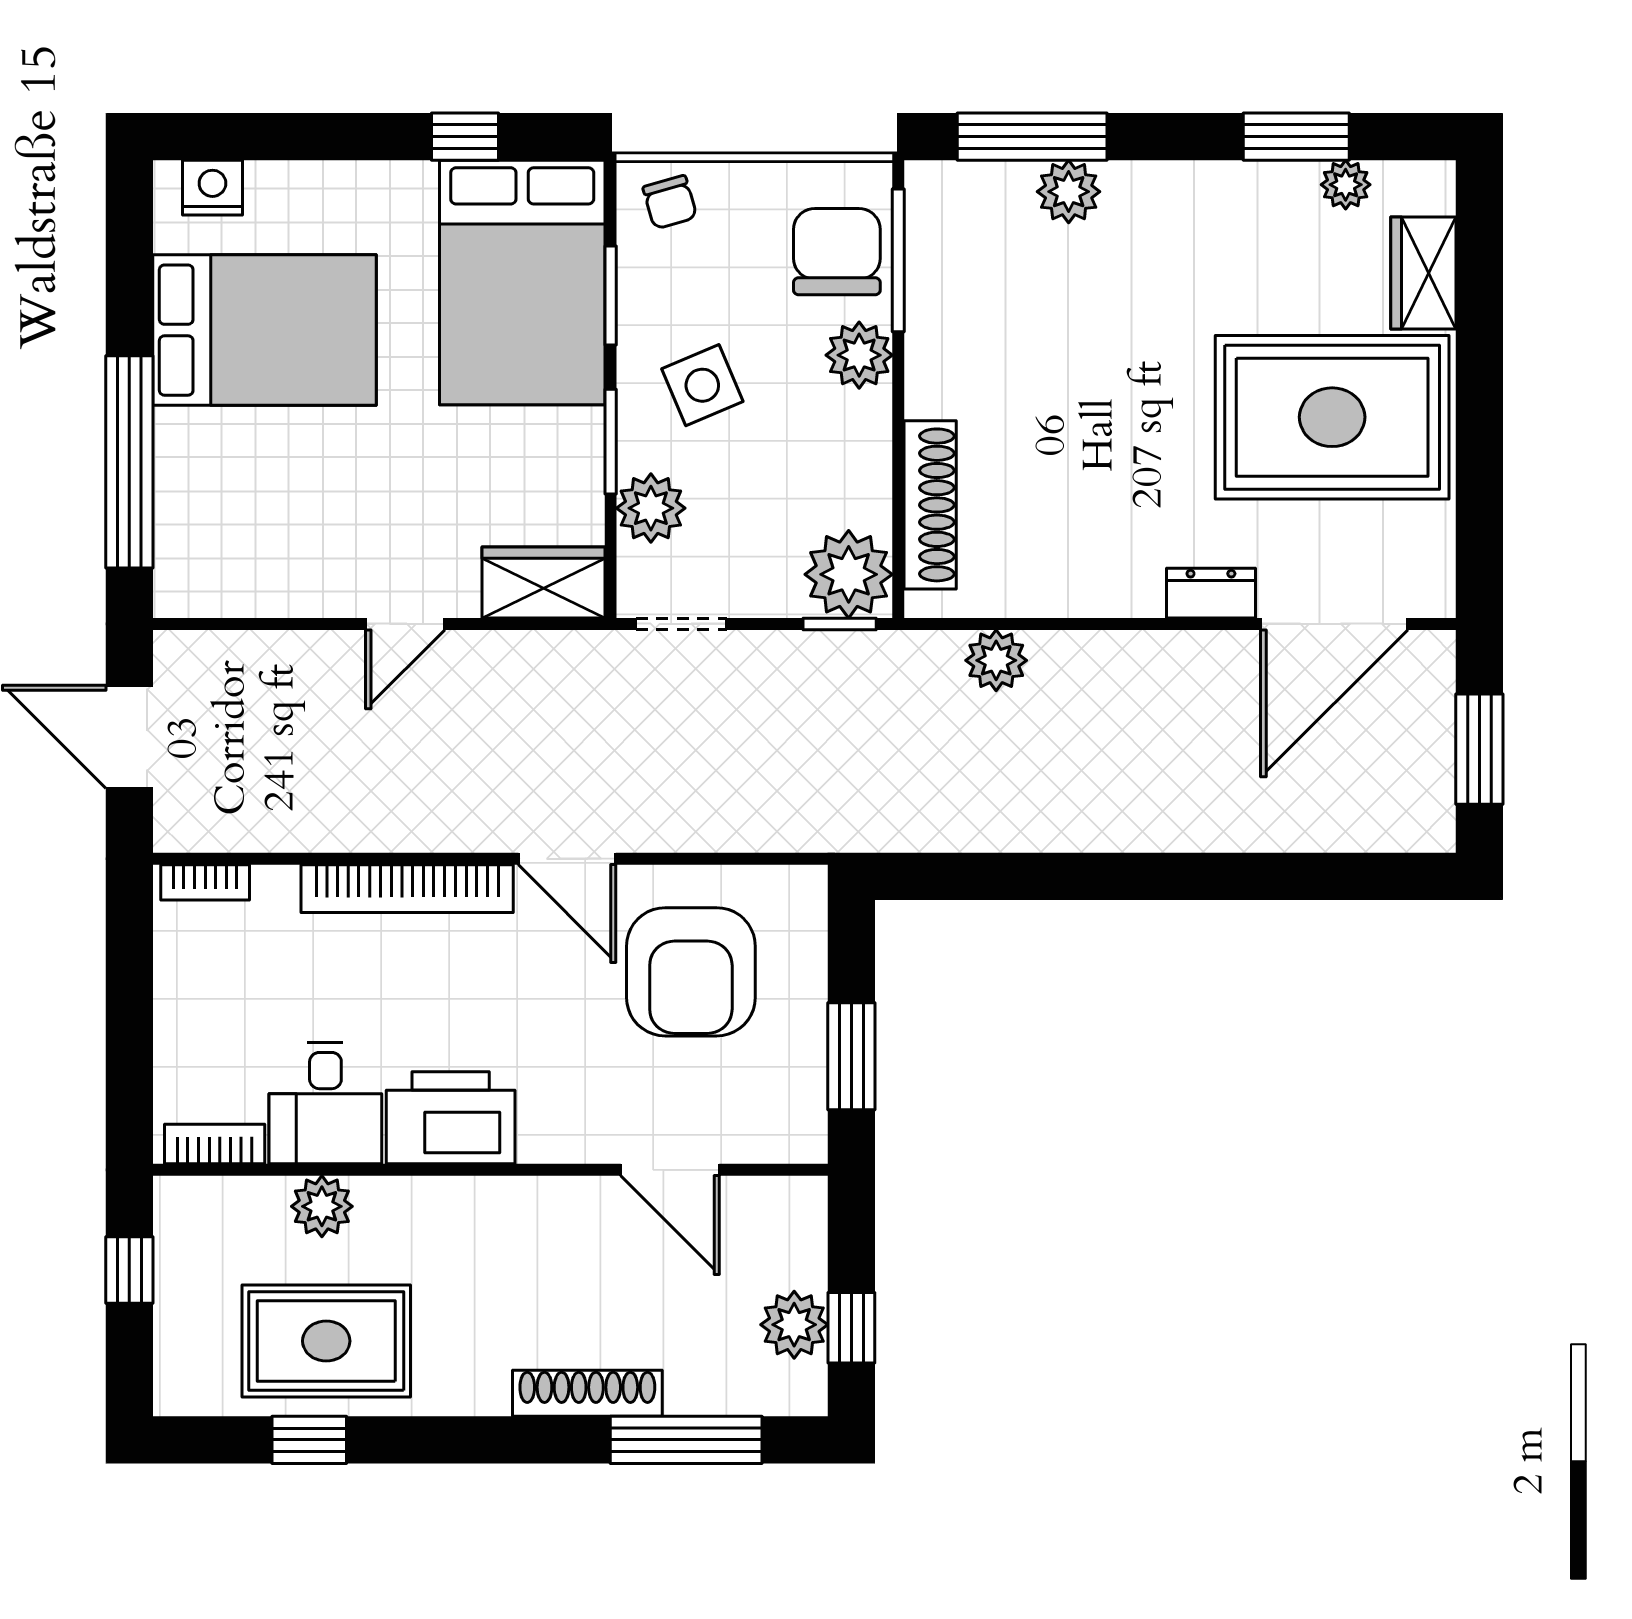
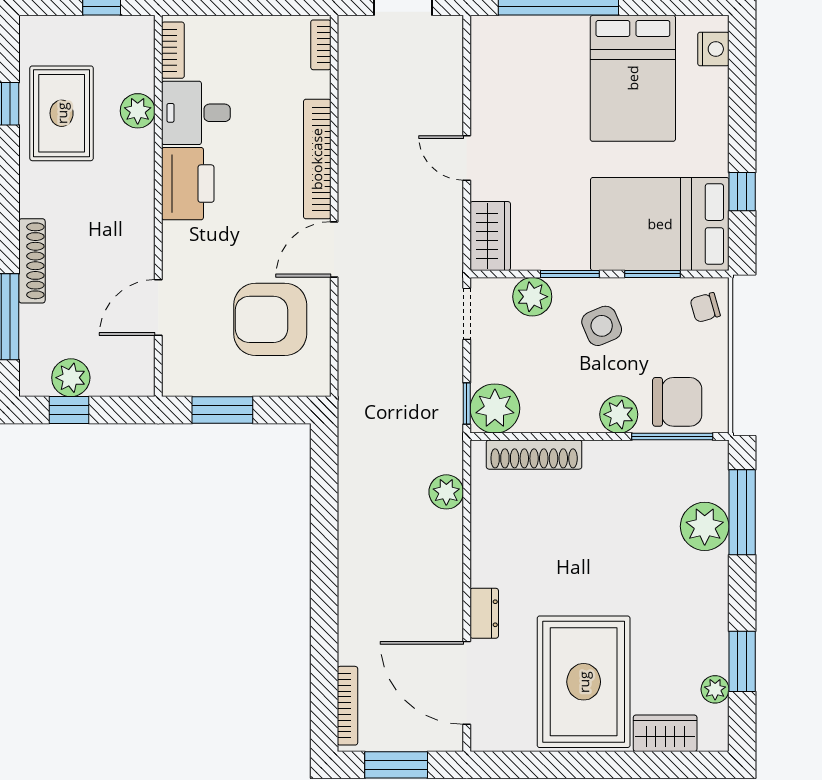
plant: (1069, 192) -> (705, 526), width x1.36, depth x1.36
bookcase: (1374, 835) -> (348, 706), added

